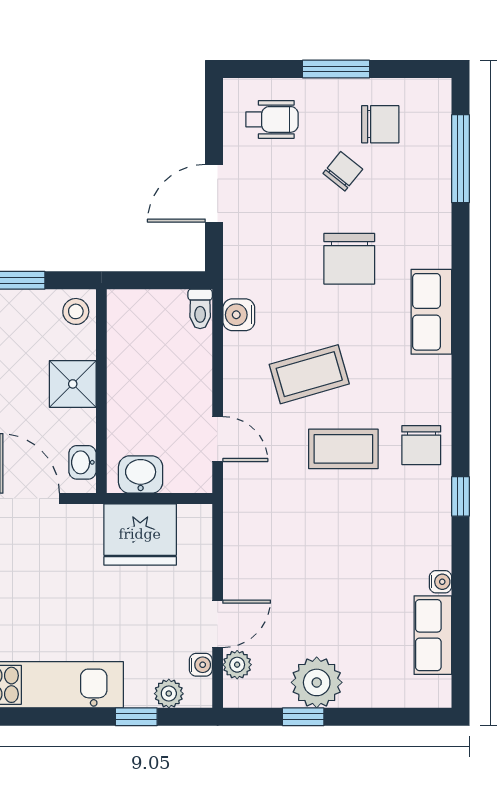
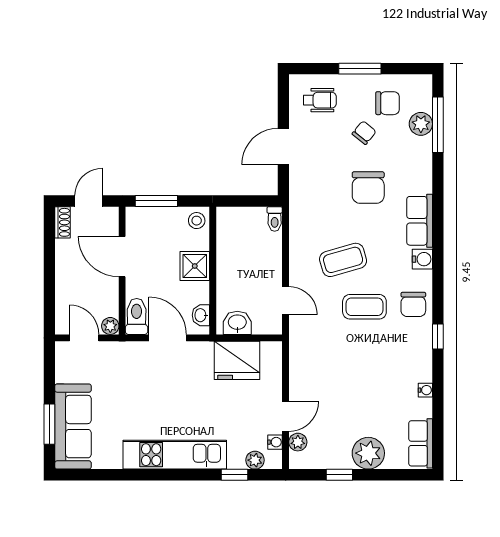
plant: (433, 157) -> (421, 124), added
water cooler: (239, 315) -> (422, 259), moved, turned 180
row of seats: (433, 635) -> (421, 443), moved
plant: (317, 682) -> (368, 453), moved

